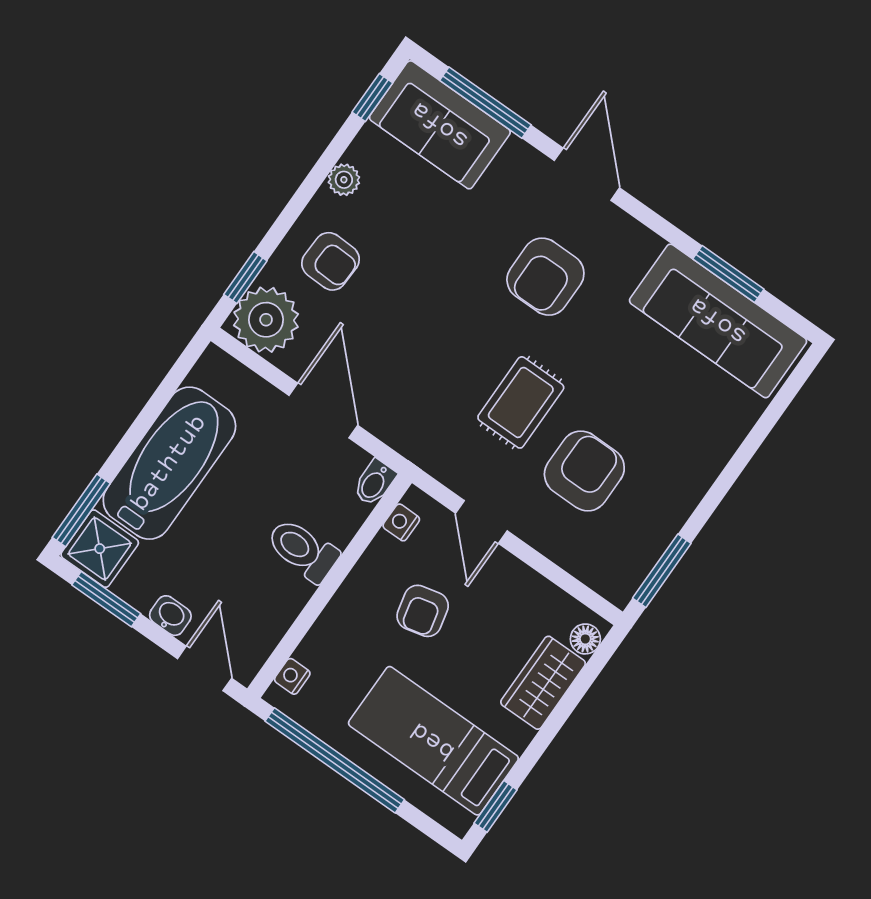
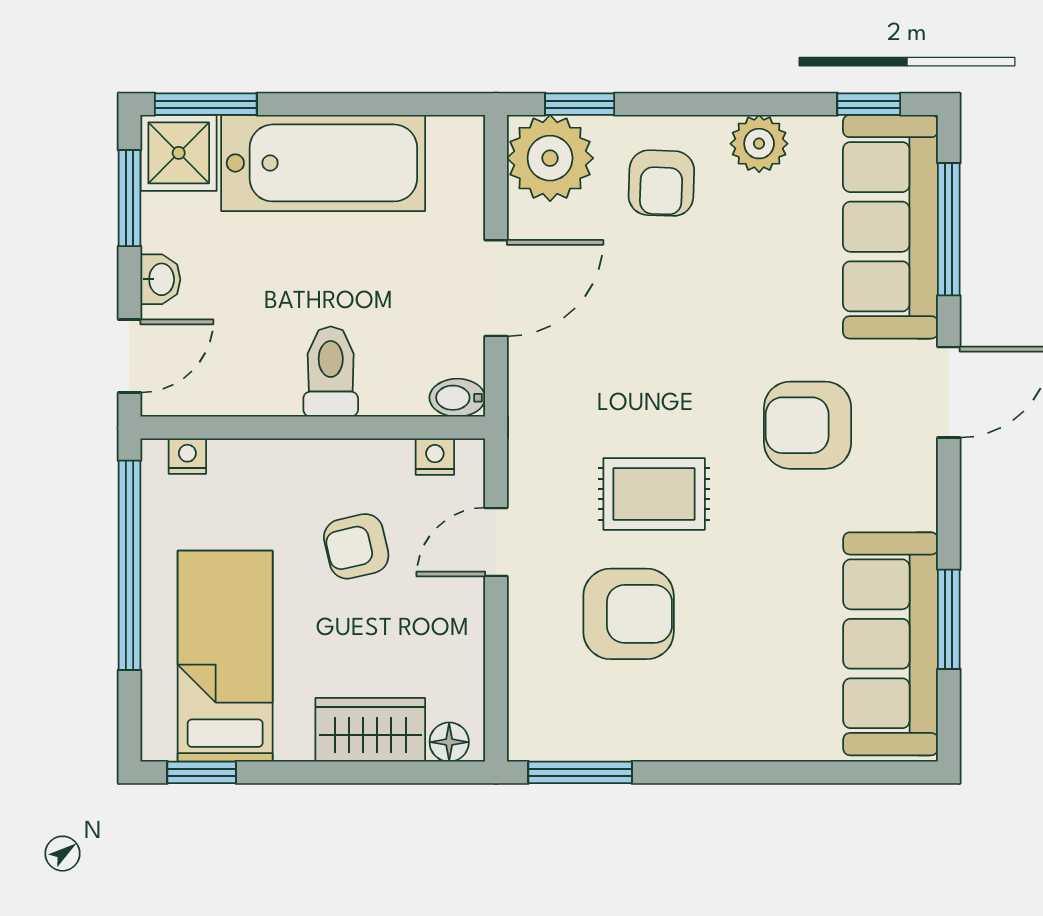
sofa: (440, 125) -> (890, 227), width x1.36
plant: (344, 180) -> (759, 144), width x1.38, depth x1.38

